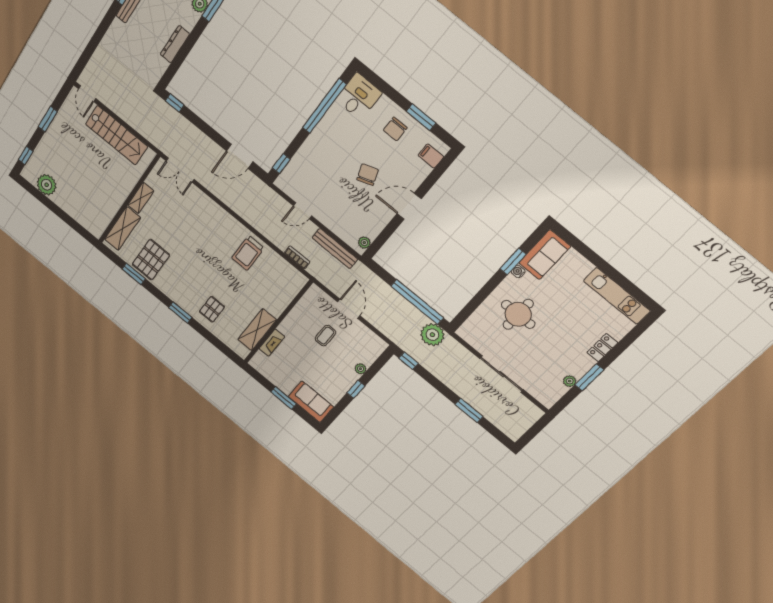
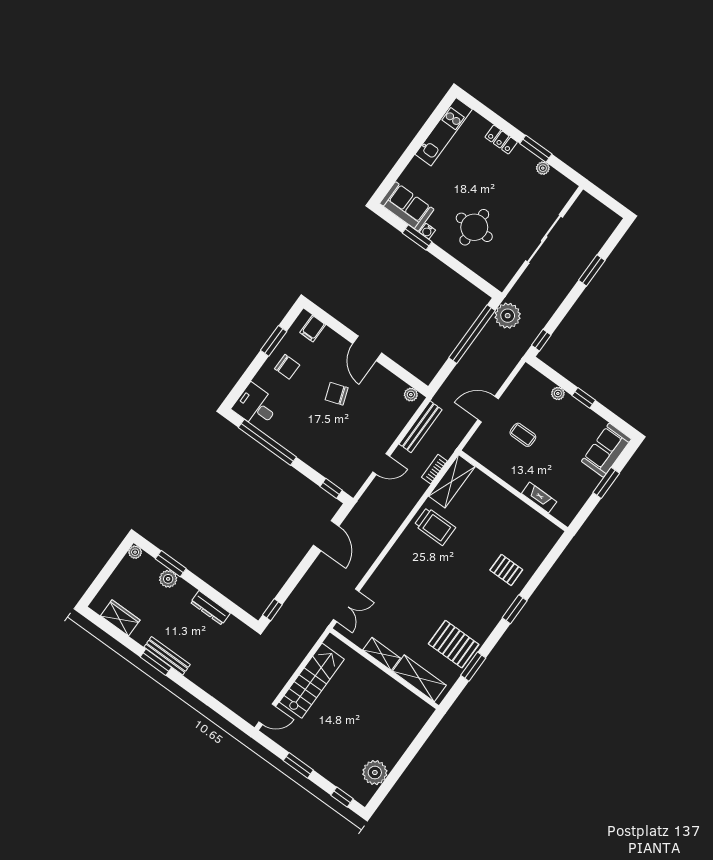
door: (303, 211) -> (381, 464), hinge flipped
shelving: (257, 330) -> (452, 481), moved, turned 90

